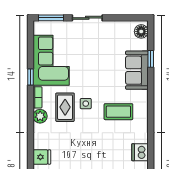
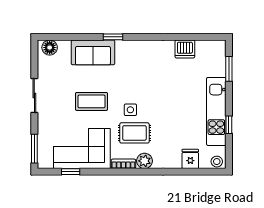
sliding door: (87, 18) -> (34, 96), moved
window: (151, 59) -> (113, 37), moved
window: (30, 77) -> (71, 172), moved
coffee table: (118, 112) -> (91, 101), moved, turned 90

